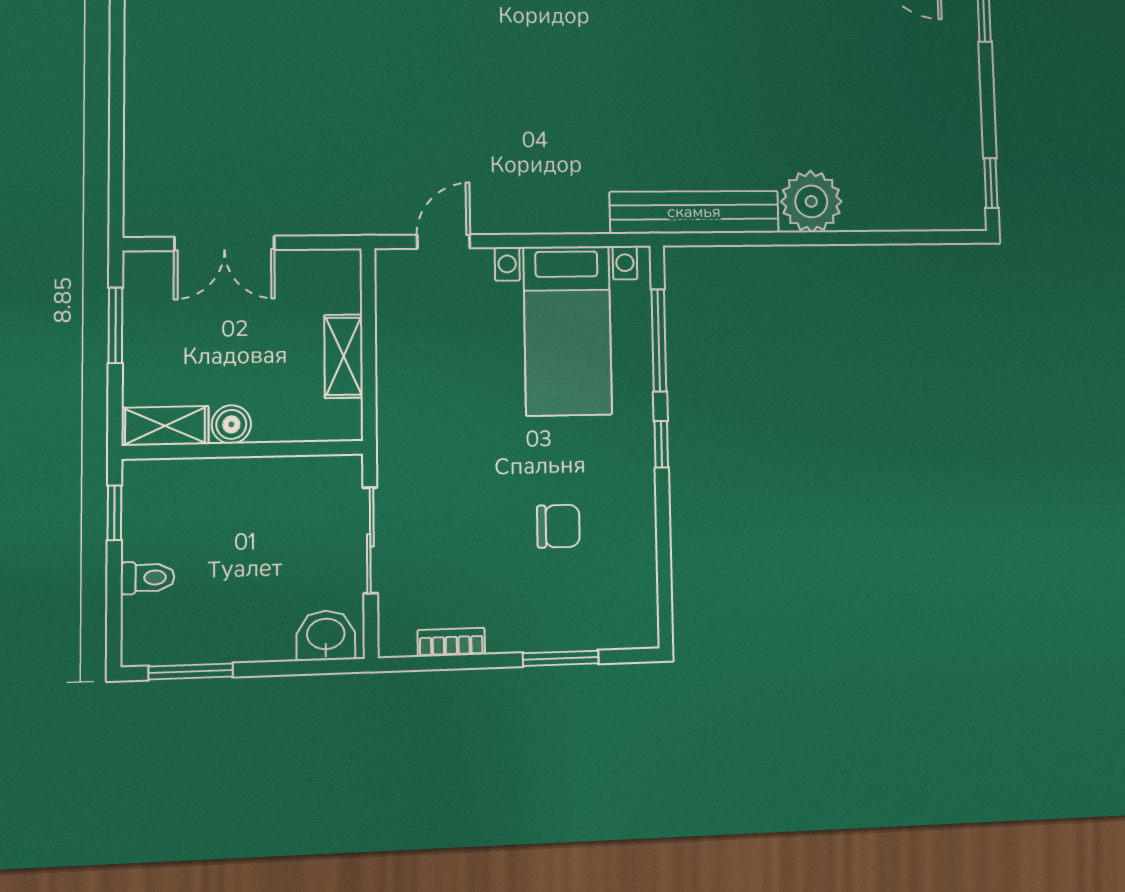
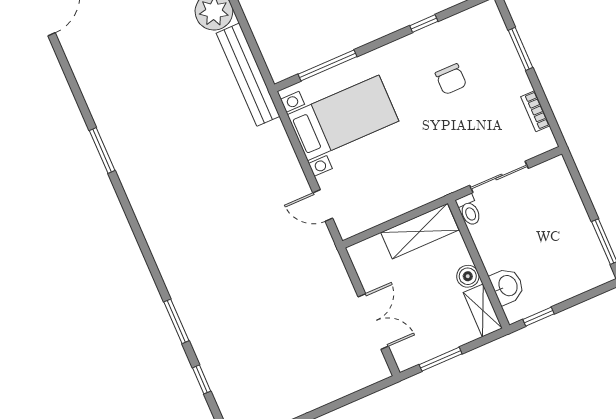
shelving: (344, 356) -> (420, 231), width x1.50, depth x1.33
window: (661, 444) -> (424, 24), moved
chair: (558, 526) -> (451, 79), turned 180
toilet: (148, 578) -> (469, 210), moved, turned 180
washbasin: (326, 635) -> (507, 286), moved, turned 180

